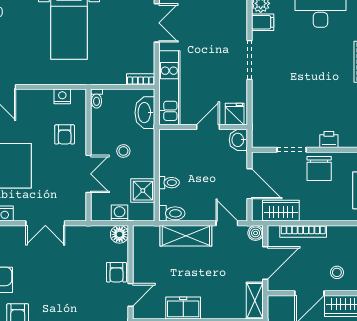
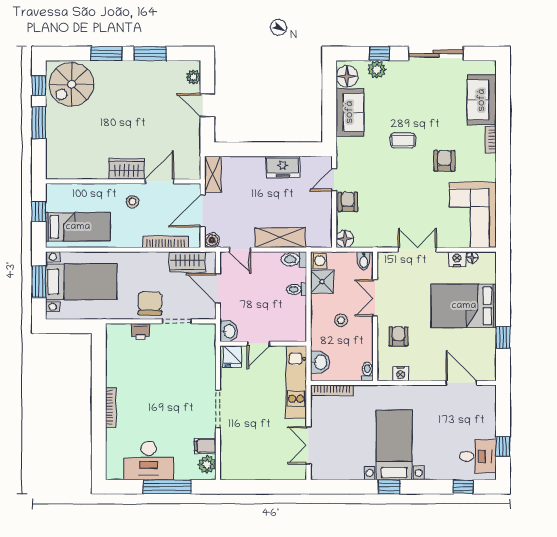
bookcase: (141, 79) -> (332, 390), width x1.56
washbasin: (145, 113) -> (320, 362), width x0.72
bidet: (100, 212) -> (364, 261), added
washing machine: (120, 213) -> (318, 261), moved, turned -90

